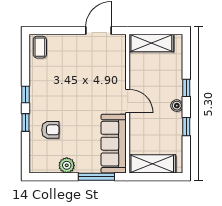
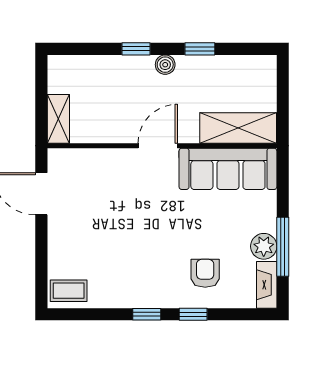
shelving: (151, 43) -> (58, 119), width x0.67, depth x0.75
shelving: (152, 164) -> (238, 128), moved, turned 90
fireplace: (43, 167) -> (267, 285), added
window: (96, 177) -> (283, 247), moved

